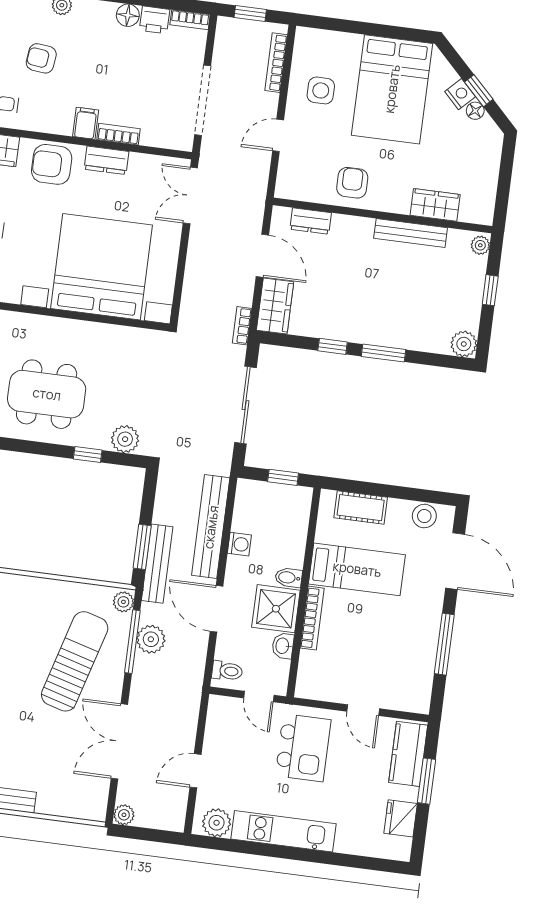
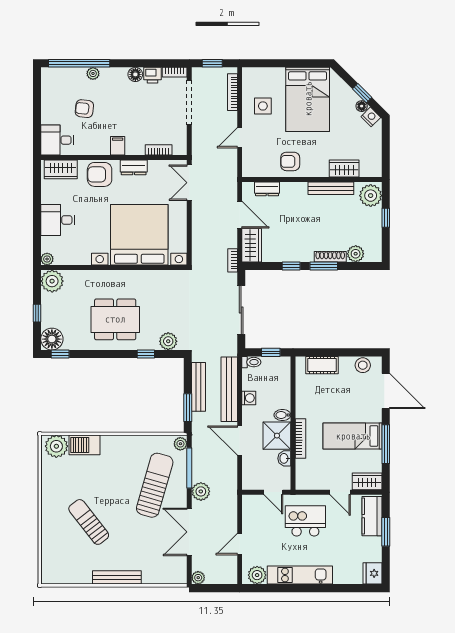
nightstand: (460, 94) -> (371, 117), moved
doorway: (203, 100) -> (189, 102), moved
bookcase: (118, 134) -> (159, 150), moved
armchair: (352, 183) -> (290, 161), turned -90
plant: (480, 245) -> (371, 196), width x1.87, depth x1.87
shoe rack: (396, 340) -> (330, 257), added
plant: (464, 344) -> (356, 254), moved
bench: (157, 564) -> (199, 387), moved
bed: (357, 569) -> (353, 436), moved, turned 180
plant: (151, 639) -> (201, 491), moved
toilet: (227, 671) -> (251, 362), moved
wardrobe: (408, 698) -> (367, 481), added
kitchen island: (303, 748) -> (305, 521), turned -90
fridge: (401, 818) -> (373, 573), moved

